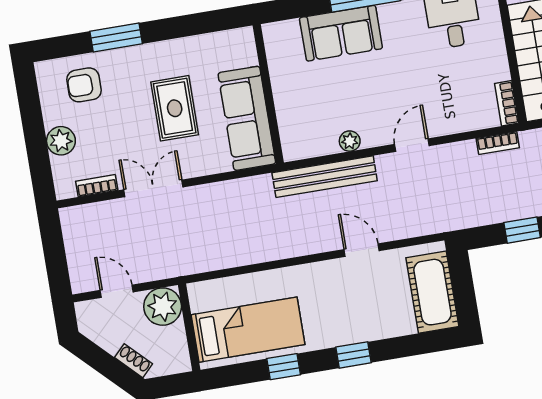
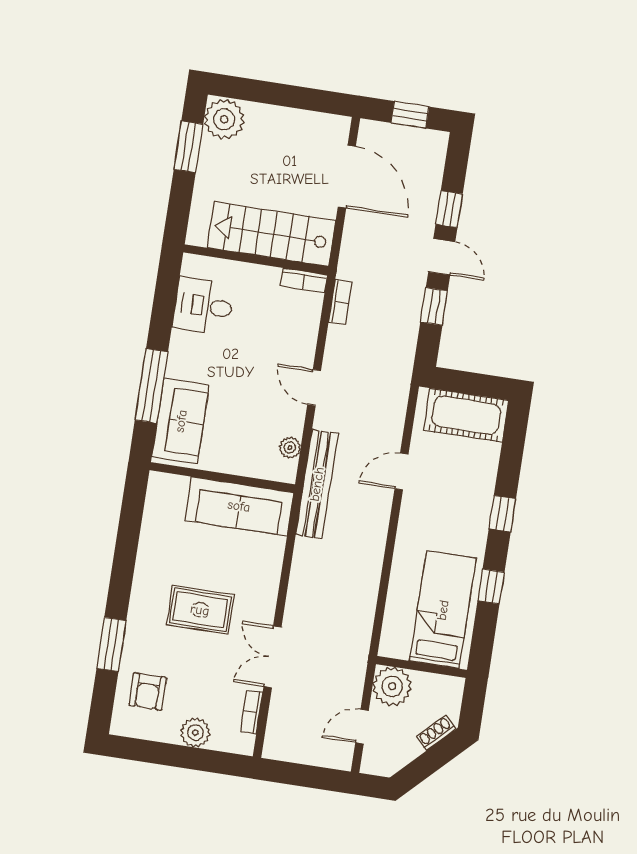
wall: (268, 94) -> (222, 477), moved
sofa: (247, 118) -> (239, 506), moved

